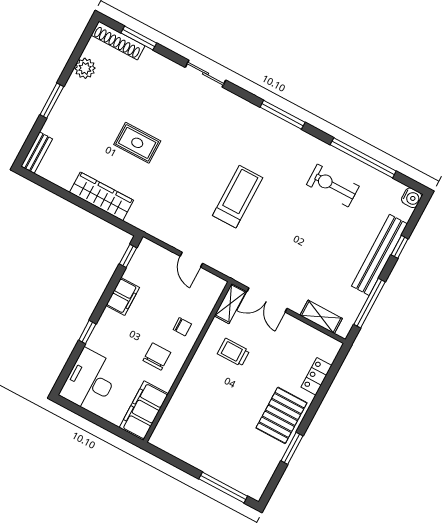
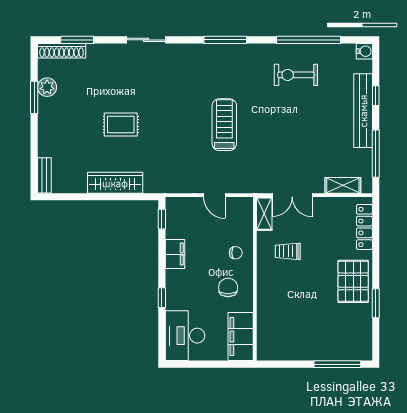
window: (52, 101) -> (34, 97), moved
locker: (316, 376) -> (364, 227), width x1.53

